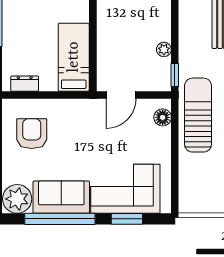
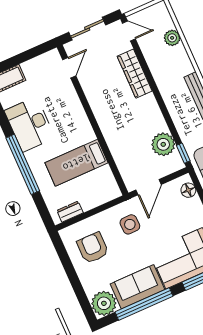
plant: (164, 49) -> (163, 144), width x1.88, depth x1.88
bed: (74, 57) -> (76, 163), moved, turned -90
side table: (83, 126) -> (130, 224), added

